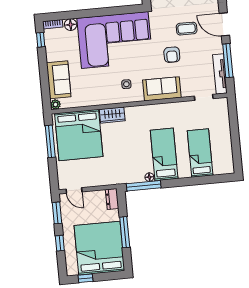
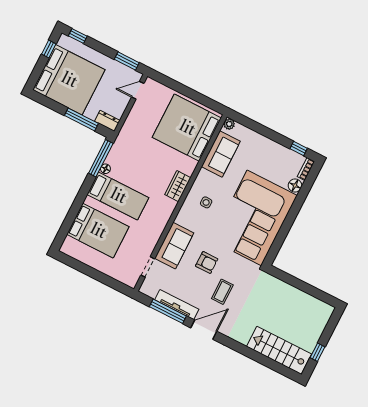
armchair: (172, 55) -> (207, 262), turned 180
tv unit: (220, 74) -> (177, 305), moved
sofa: (59, 80) -> (221, 154), moved, turned -90
sofa: (162, 89) -> (174, 246), moved
wardrobe: (112, 115) -> (178, 186), moved
window: (50, 141) -> (198, 97), removed
bed: (200, 153) -> (98, 231), width x1.50
window: (125, 232) -> (81, 119), moved
window: (60, 243) -> (78, 36), moved

